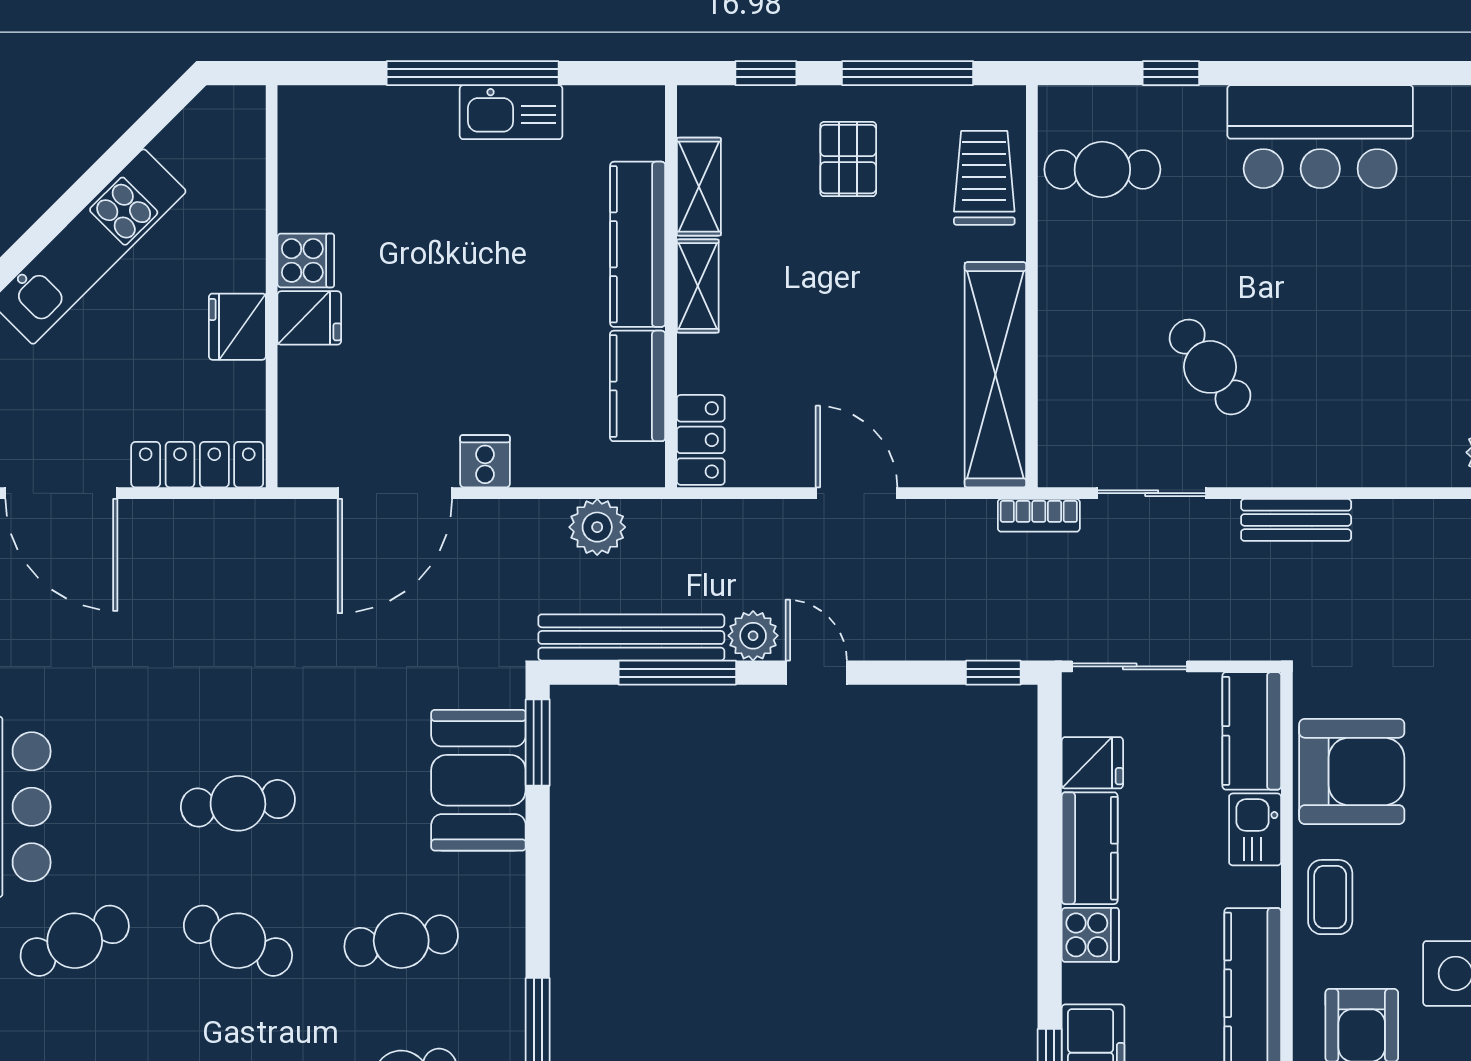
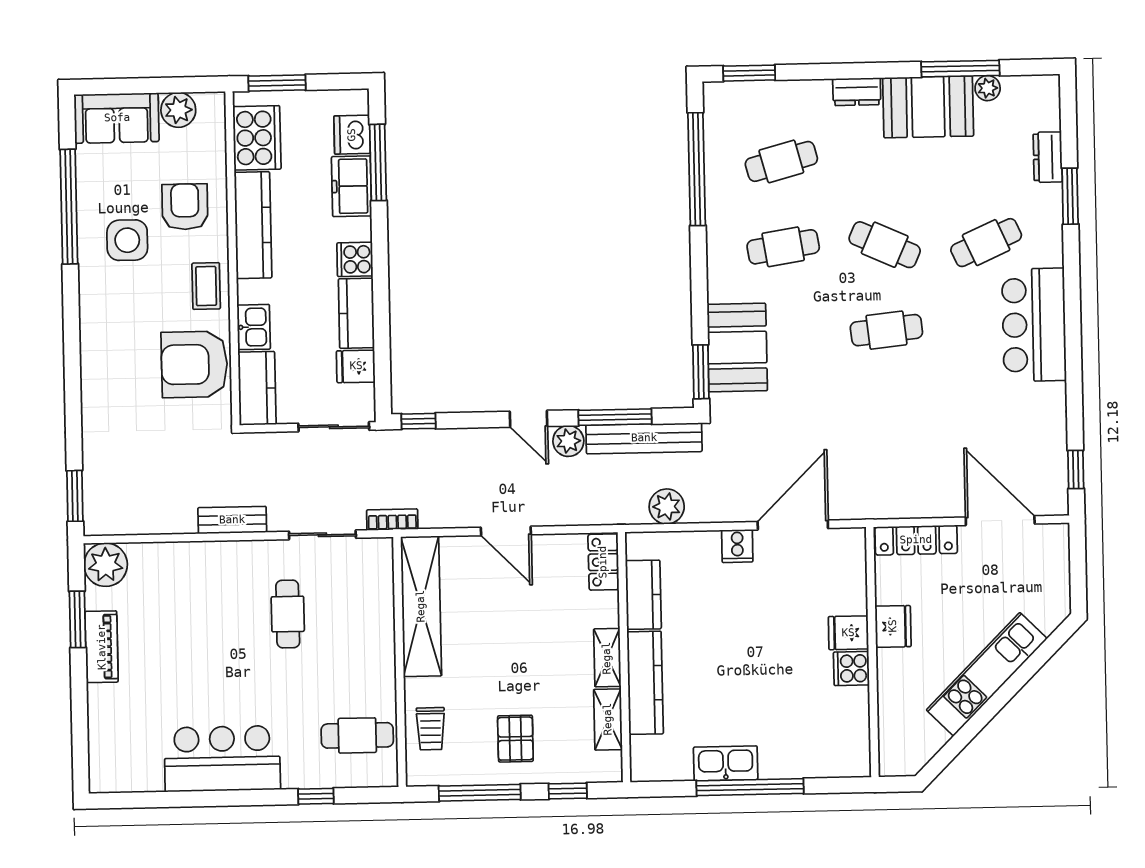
trolley: (984, 178) -> (431, 729), width x0.73, depth x0.72
cafe table: (1210, 367) -> (288, 614), turned 37

